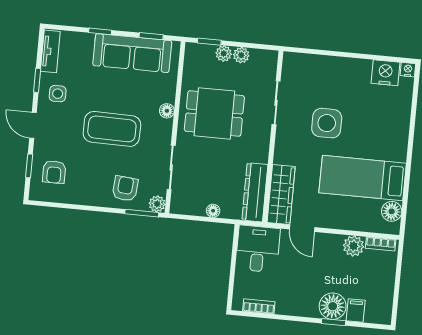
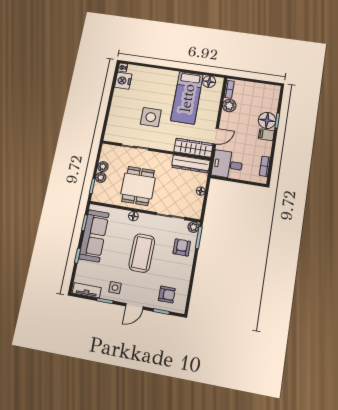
armchair: (125, 189) -> (182, 247), turned 85
filing cabinet: (356, 311) -> (266, 135), moved

